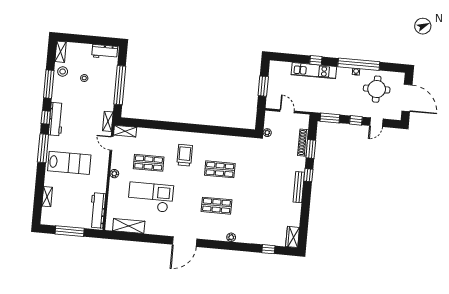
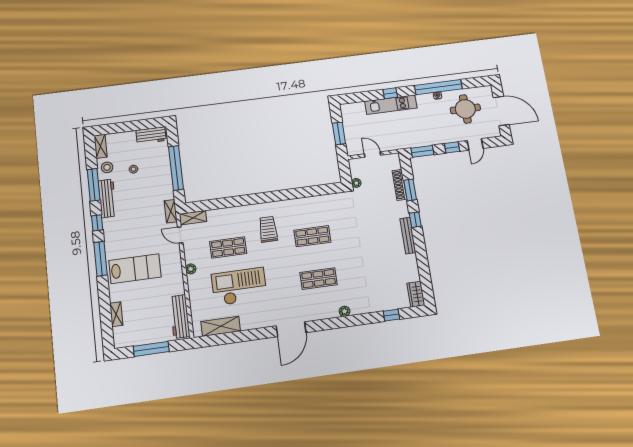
workbench: (56, 119) -> (107, 198), moved

